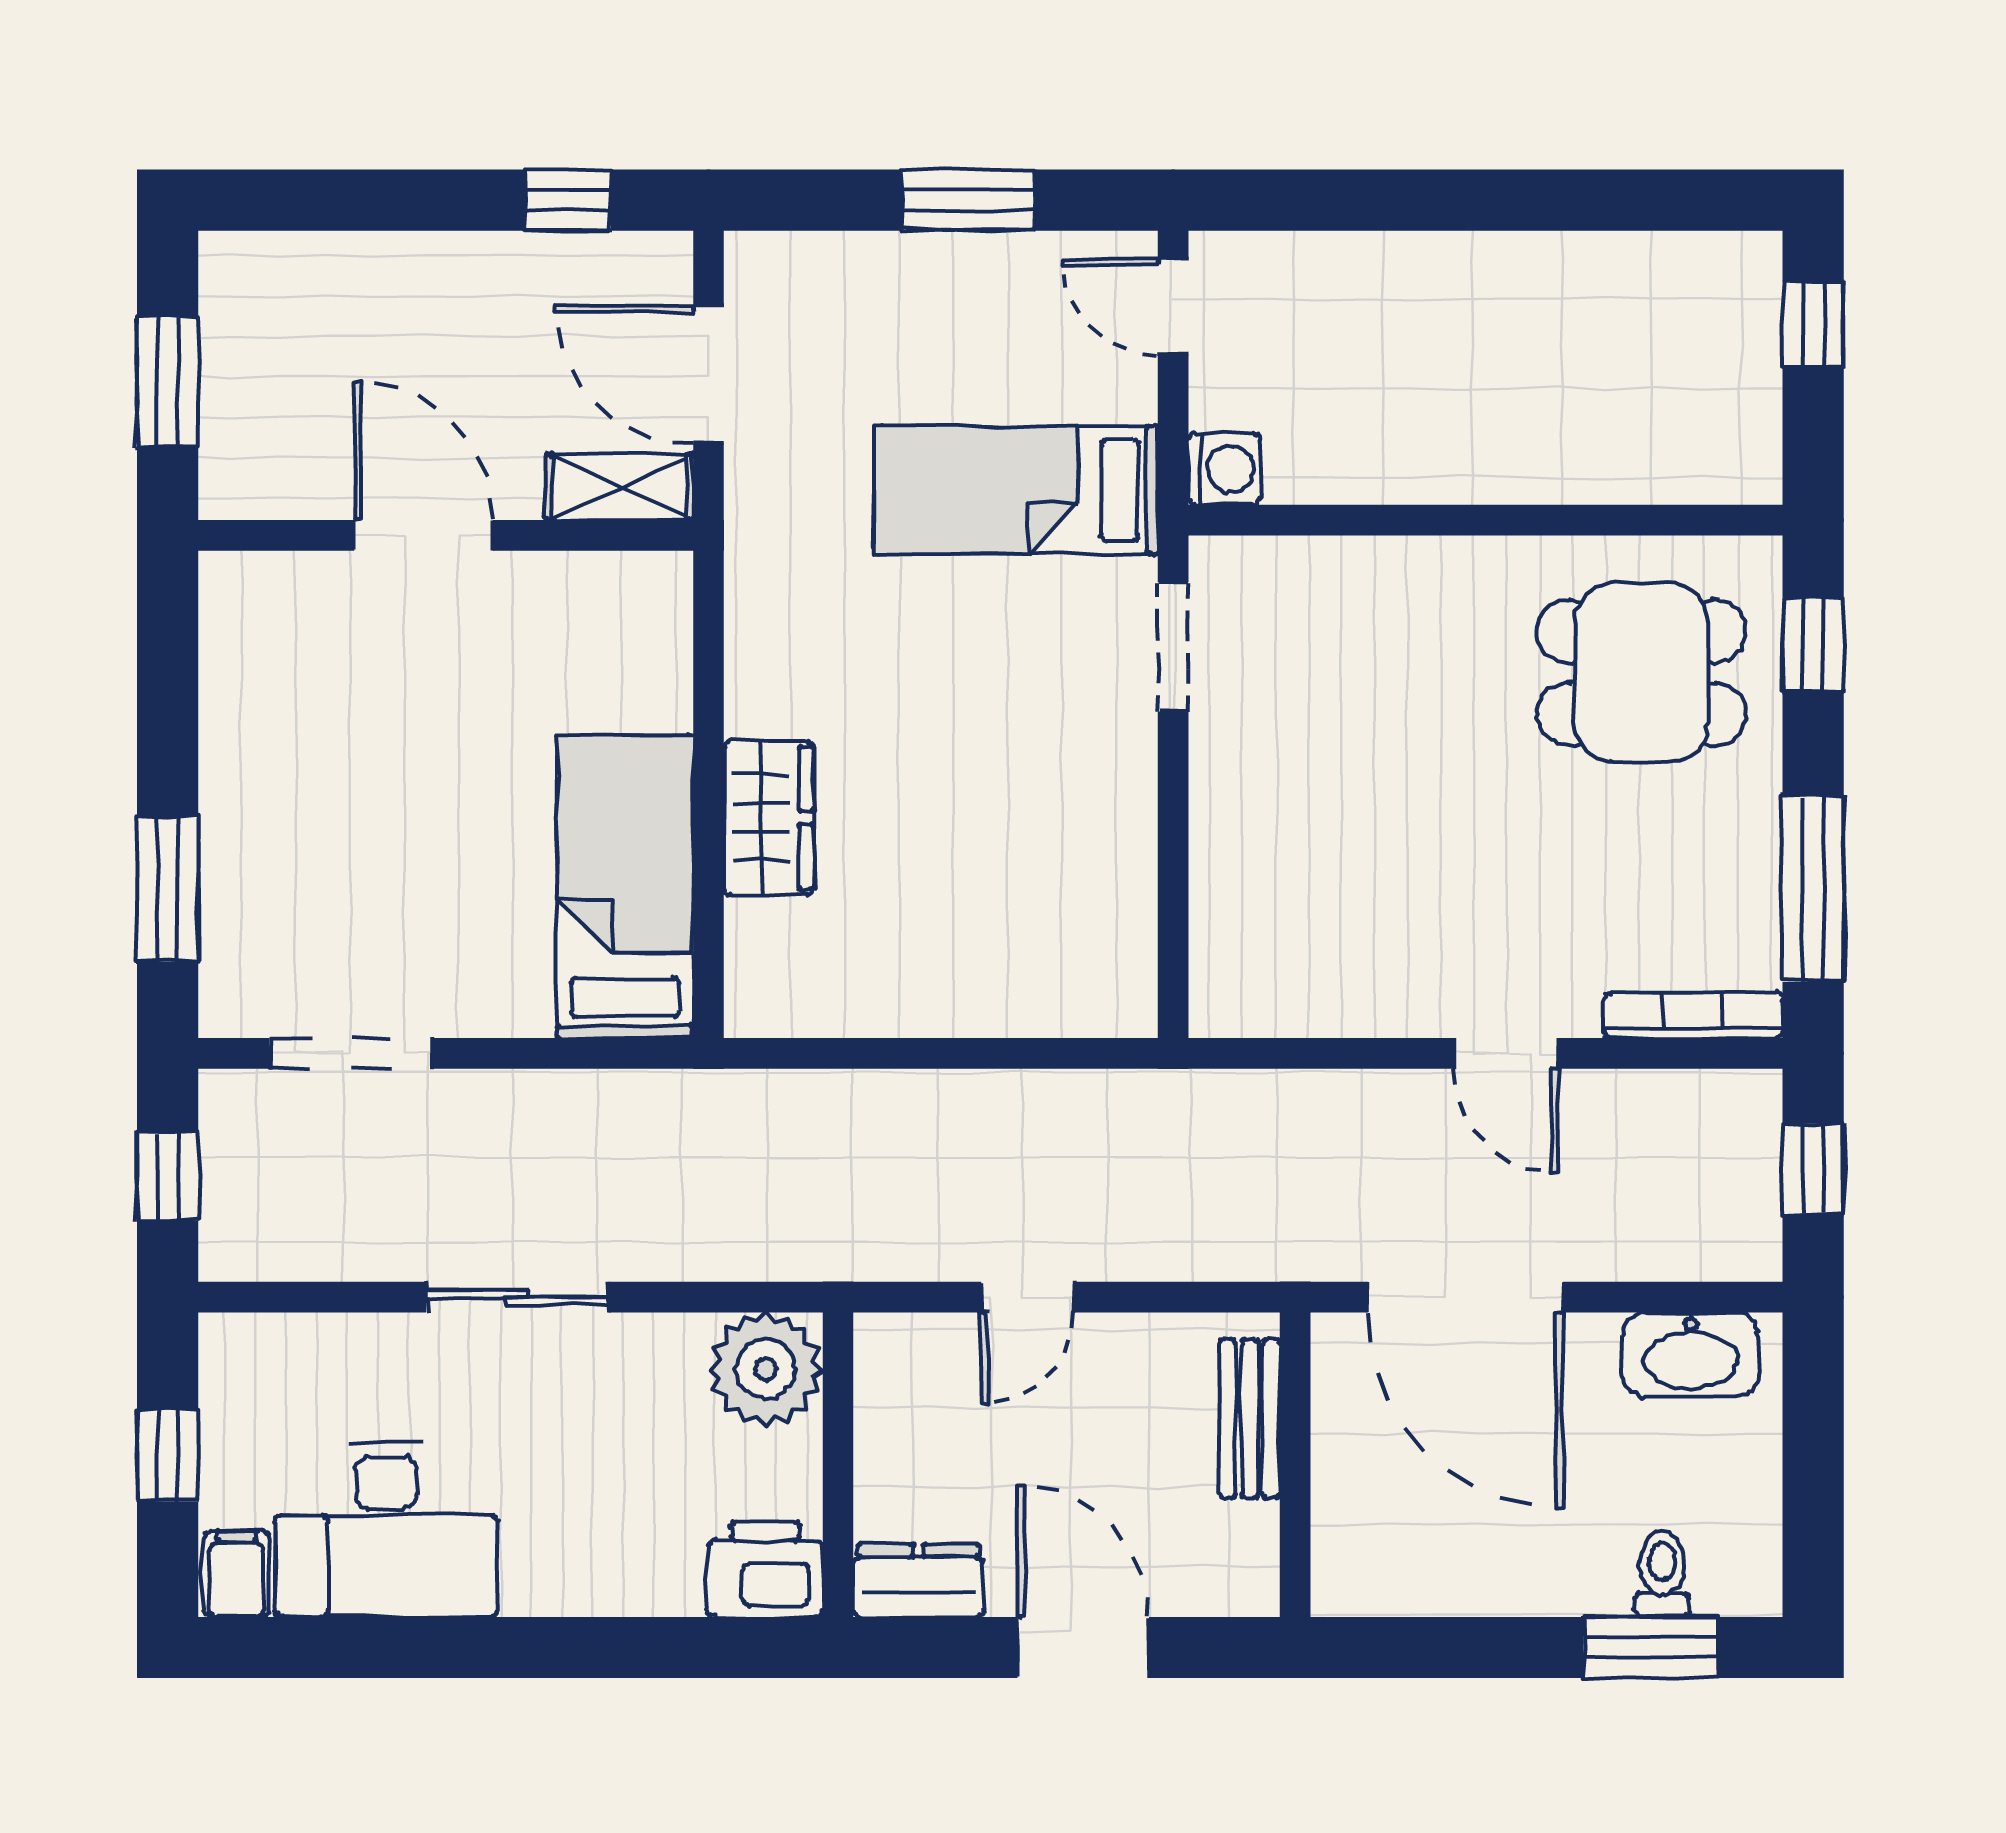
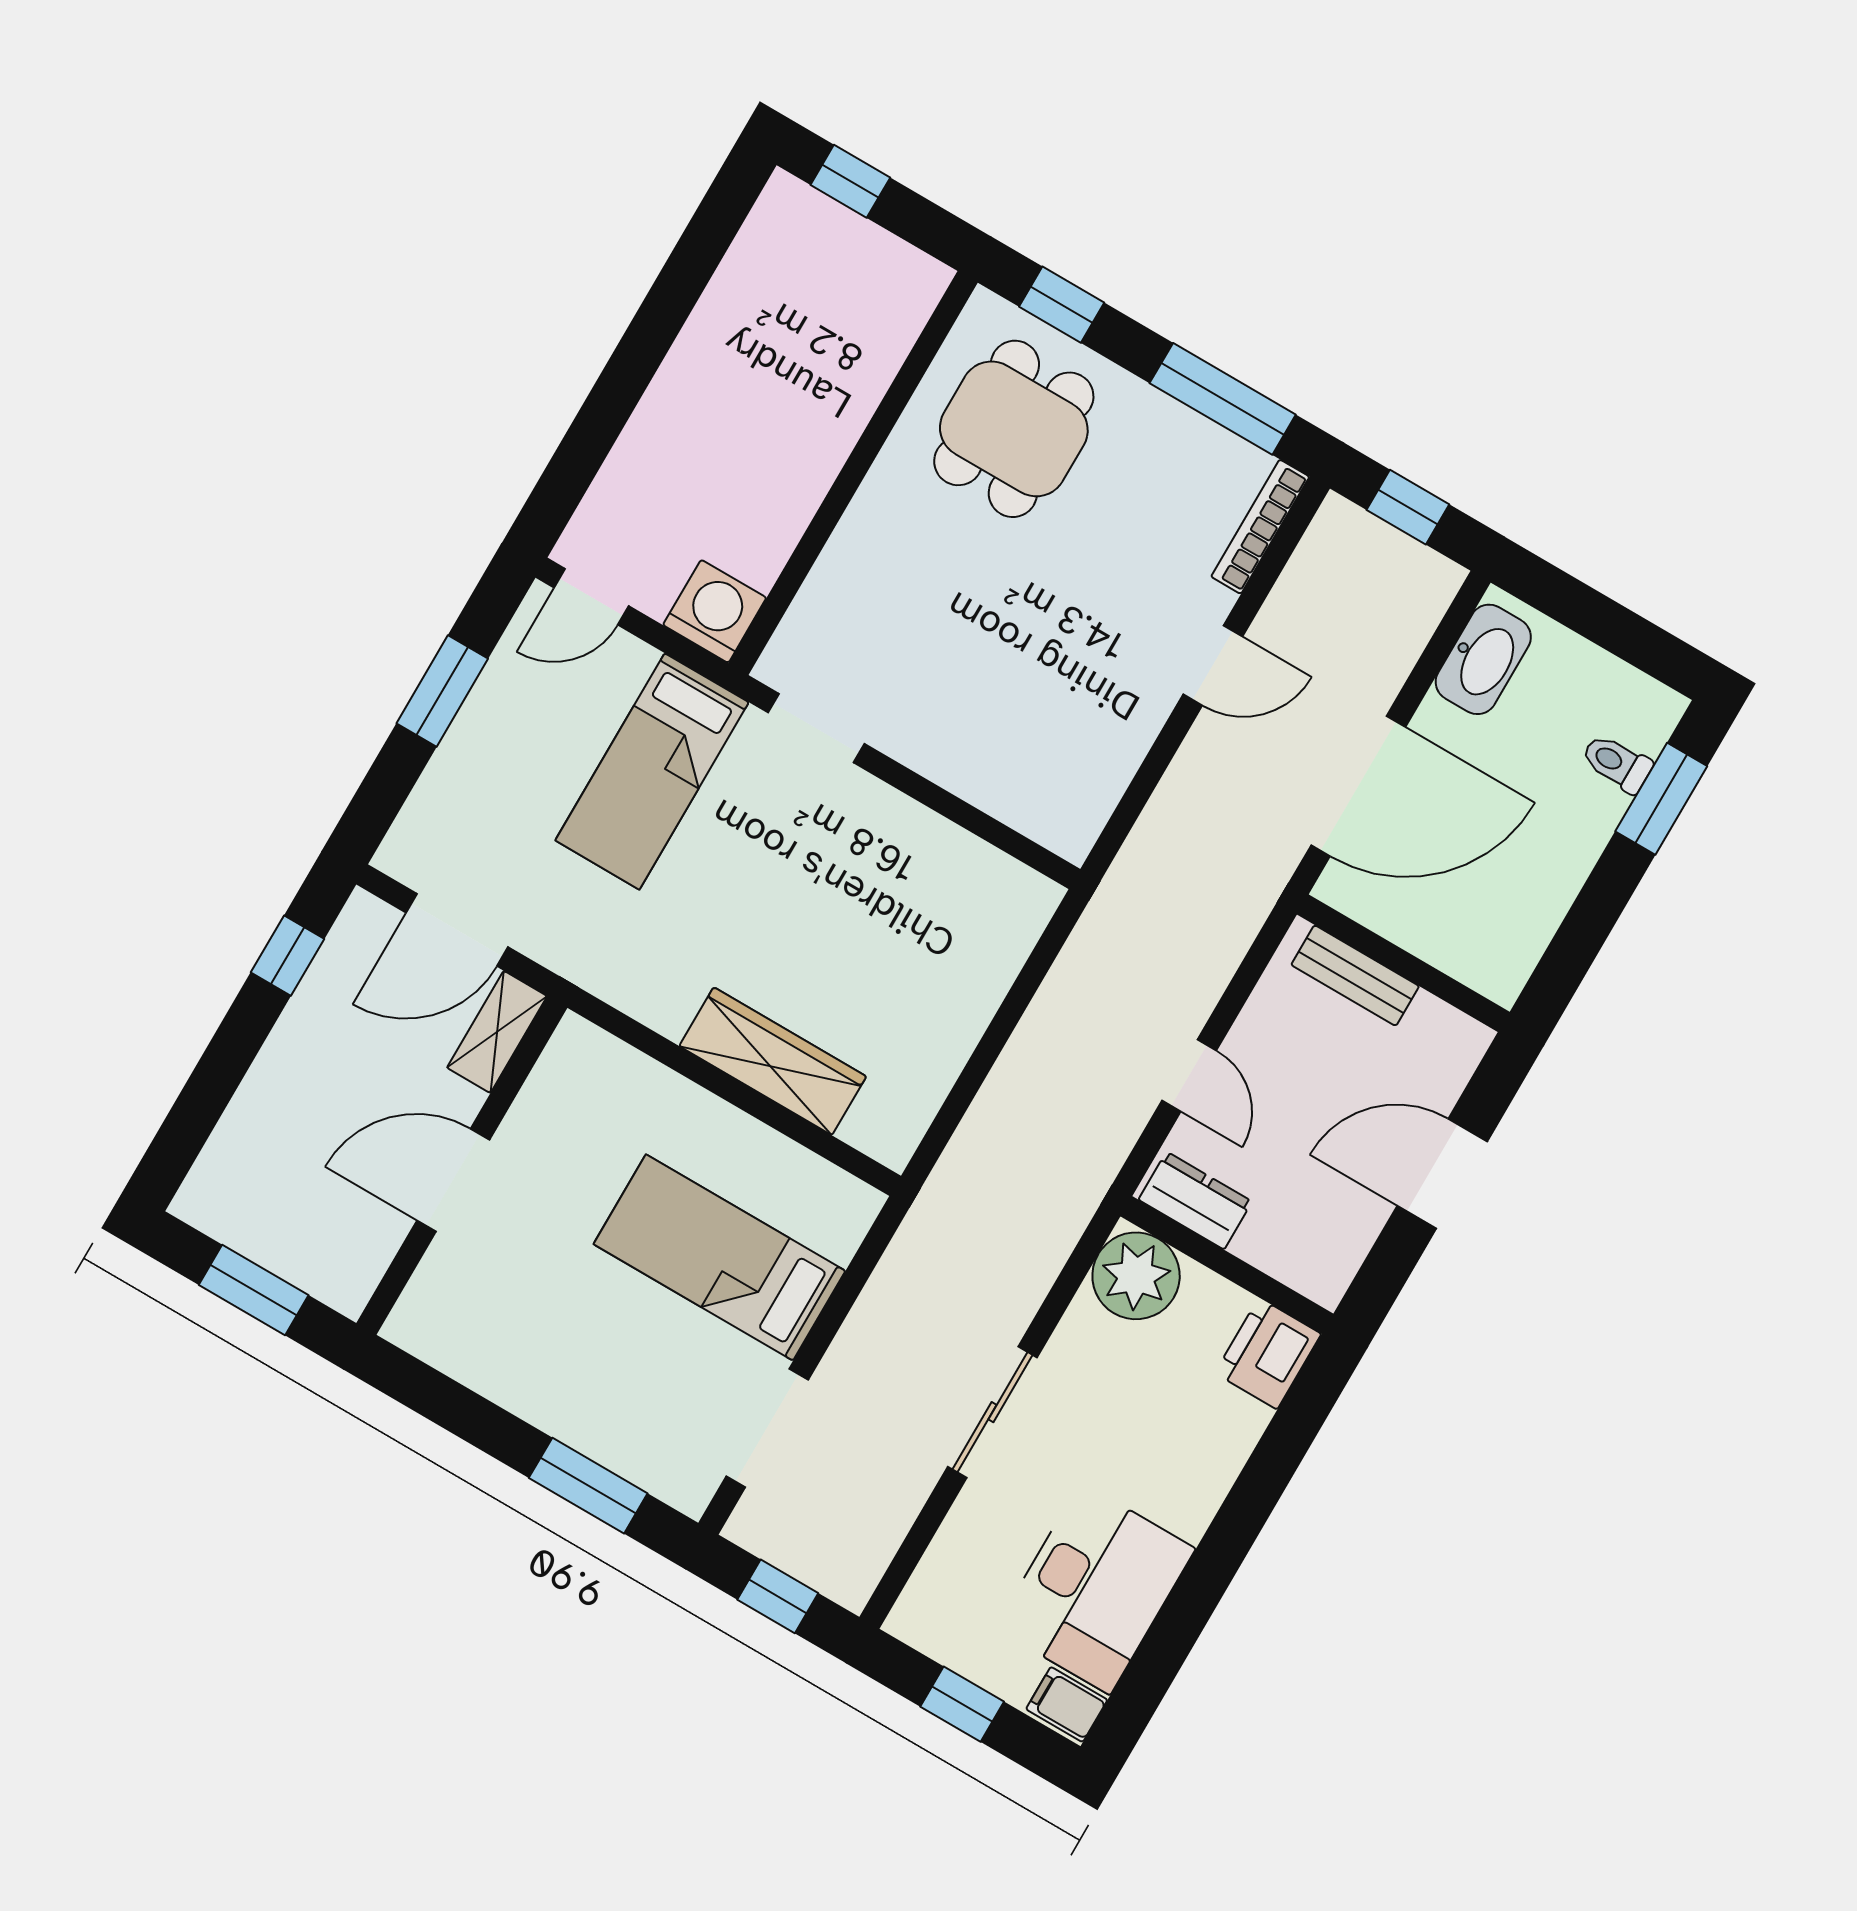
washing machine: (1224, 469) -> (715, 611), width x1.38, depth x1.38
wardrobe: (769, 818) -> (773, 1061), width x1.50
bed: (625, 887) -> (719, 1257), moved
dresser: (918, 1580) -> (1195, 1201), moved, turned 90

